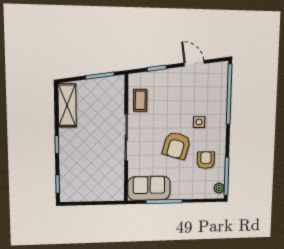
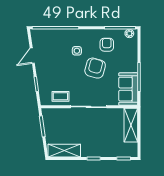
armchair: (176, 146) -> (95, 68), turned -91
armchair: (206, 160) -> (107, 45), turned 90
shelving: (102, 193) -> (131, 125), added

